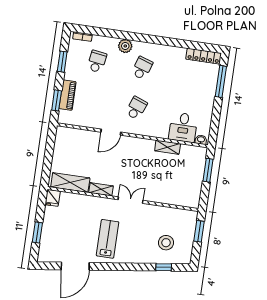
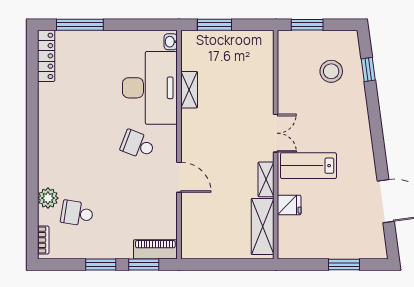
plant: (125, 46) -> (48, 198), moved
window: (62, 62) -> (101, 265), moved
school desk: (142, 68) -> (77, 145), removed
piano: (68, 95) -> (155, 249), moved
desk: (183, 127) -> (150, 88), width x1.87, depth x1.30
fridge: (53, 198) -> (289, 205), moved
double door: (131, 200) -> (276, 133), swing flipped
lab bench: (108, 239) -> (308, 166), moved

